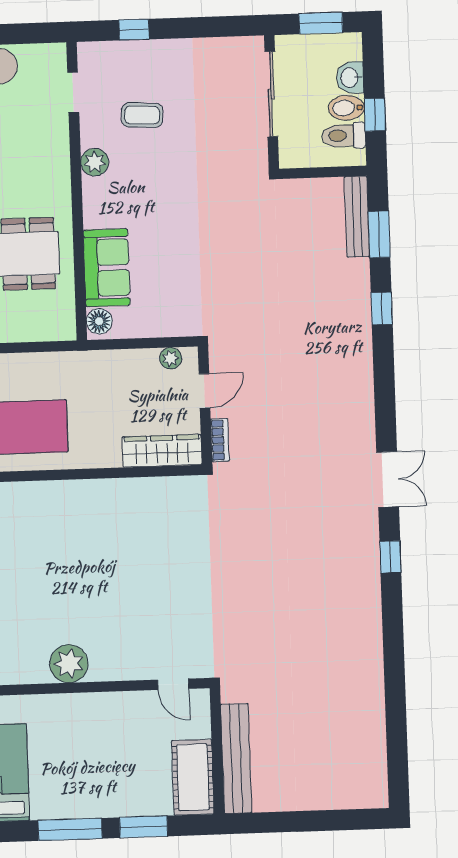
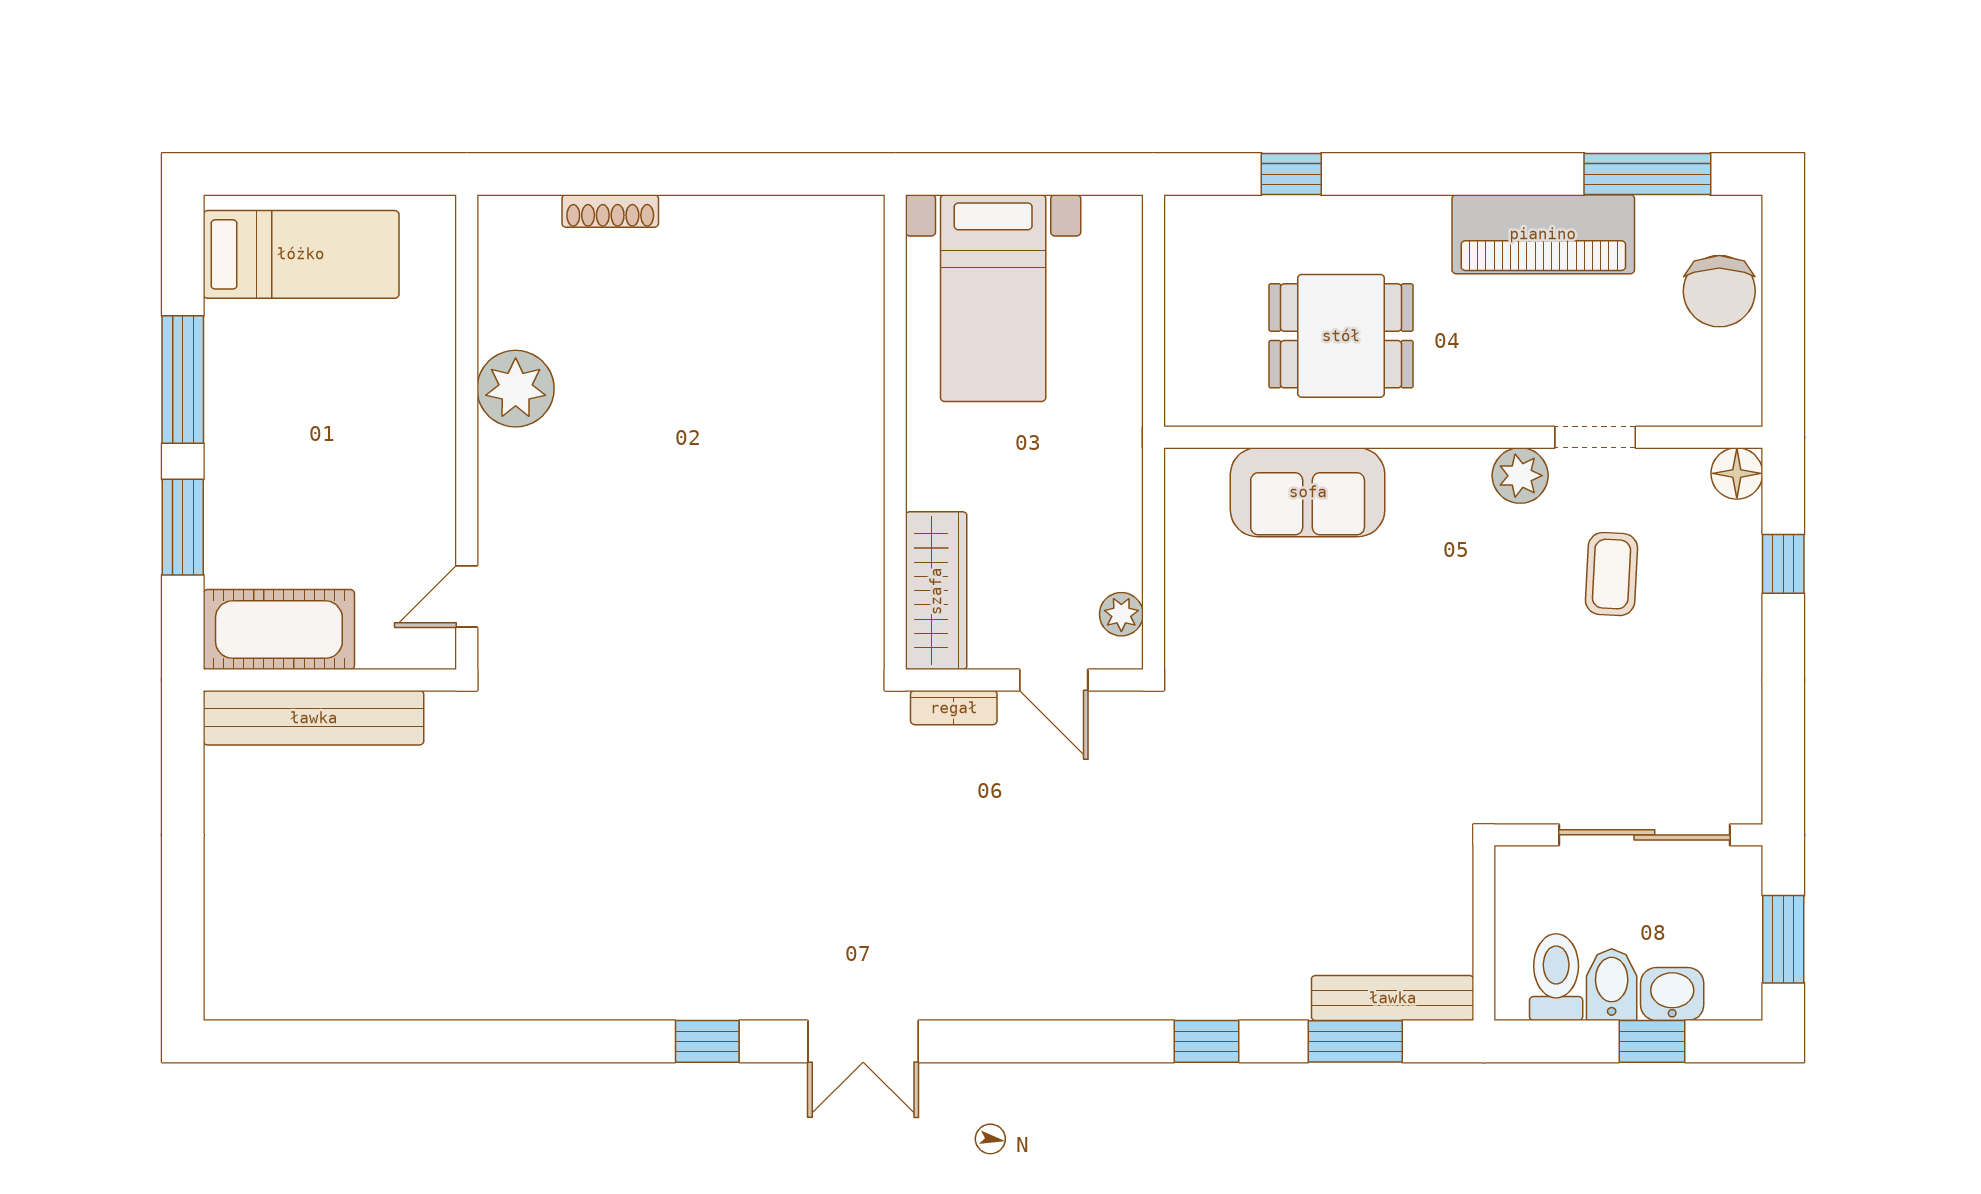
doorway: (73, 92) -> (1595, 437), moved
window: (375, 115) -> (1652, 1041), moved
floor lamp: (99, 321) -> (1737, 473), moved

